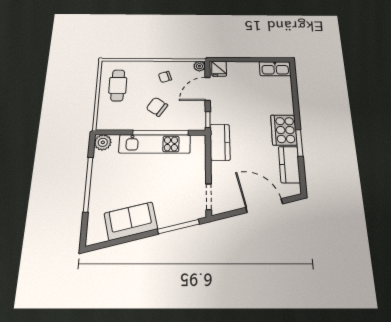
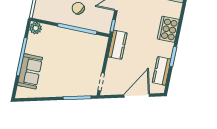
cooker: (284, 130) -> (168, 29), moved
kitchen unit: (155, 144) -> (72, 37), removed
door: (264, 206) -> (137, 96), hinge flipped
sofa: (131, 221) -> (30, 71), moved, turned 104

